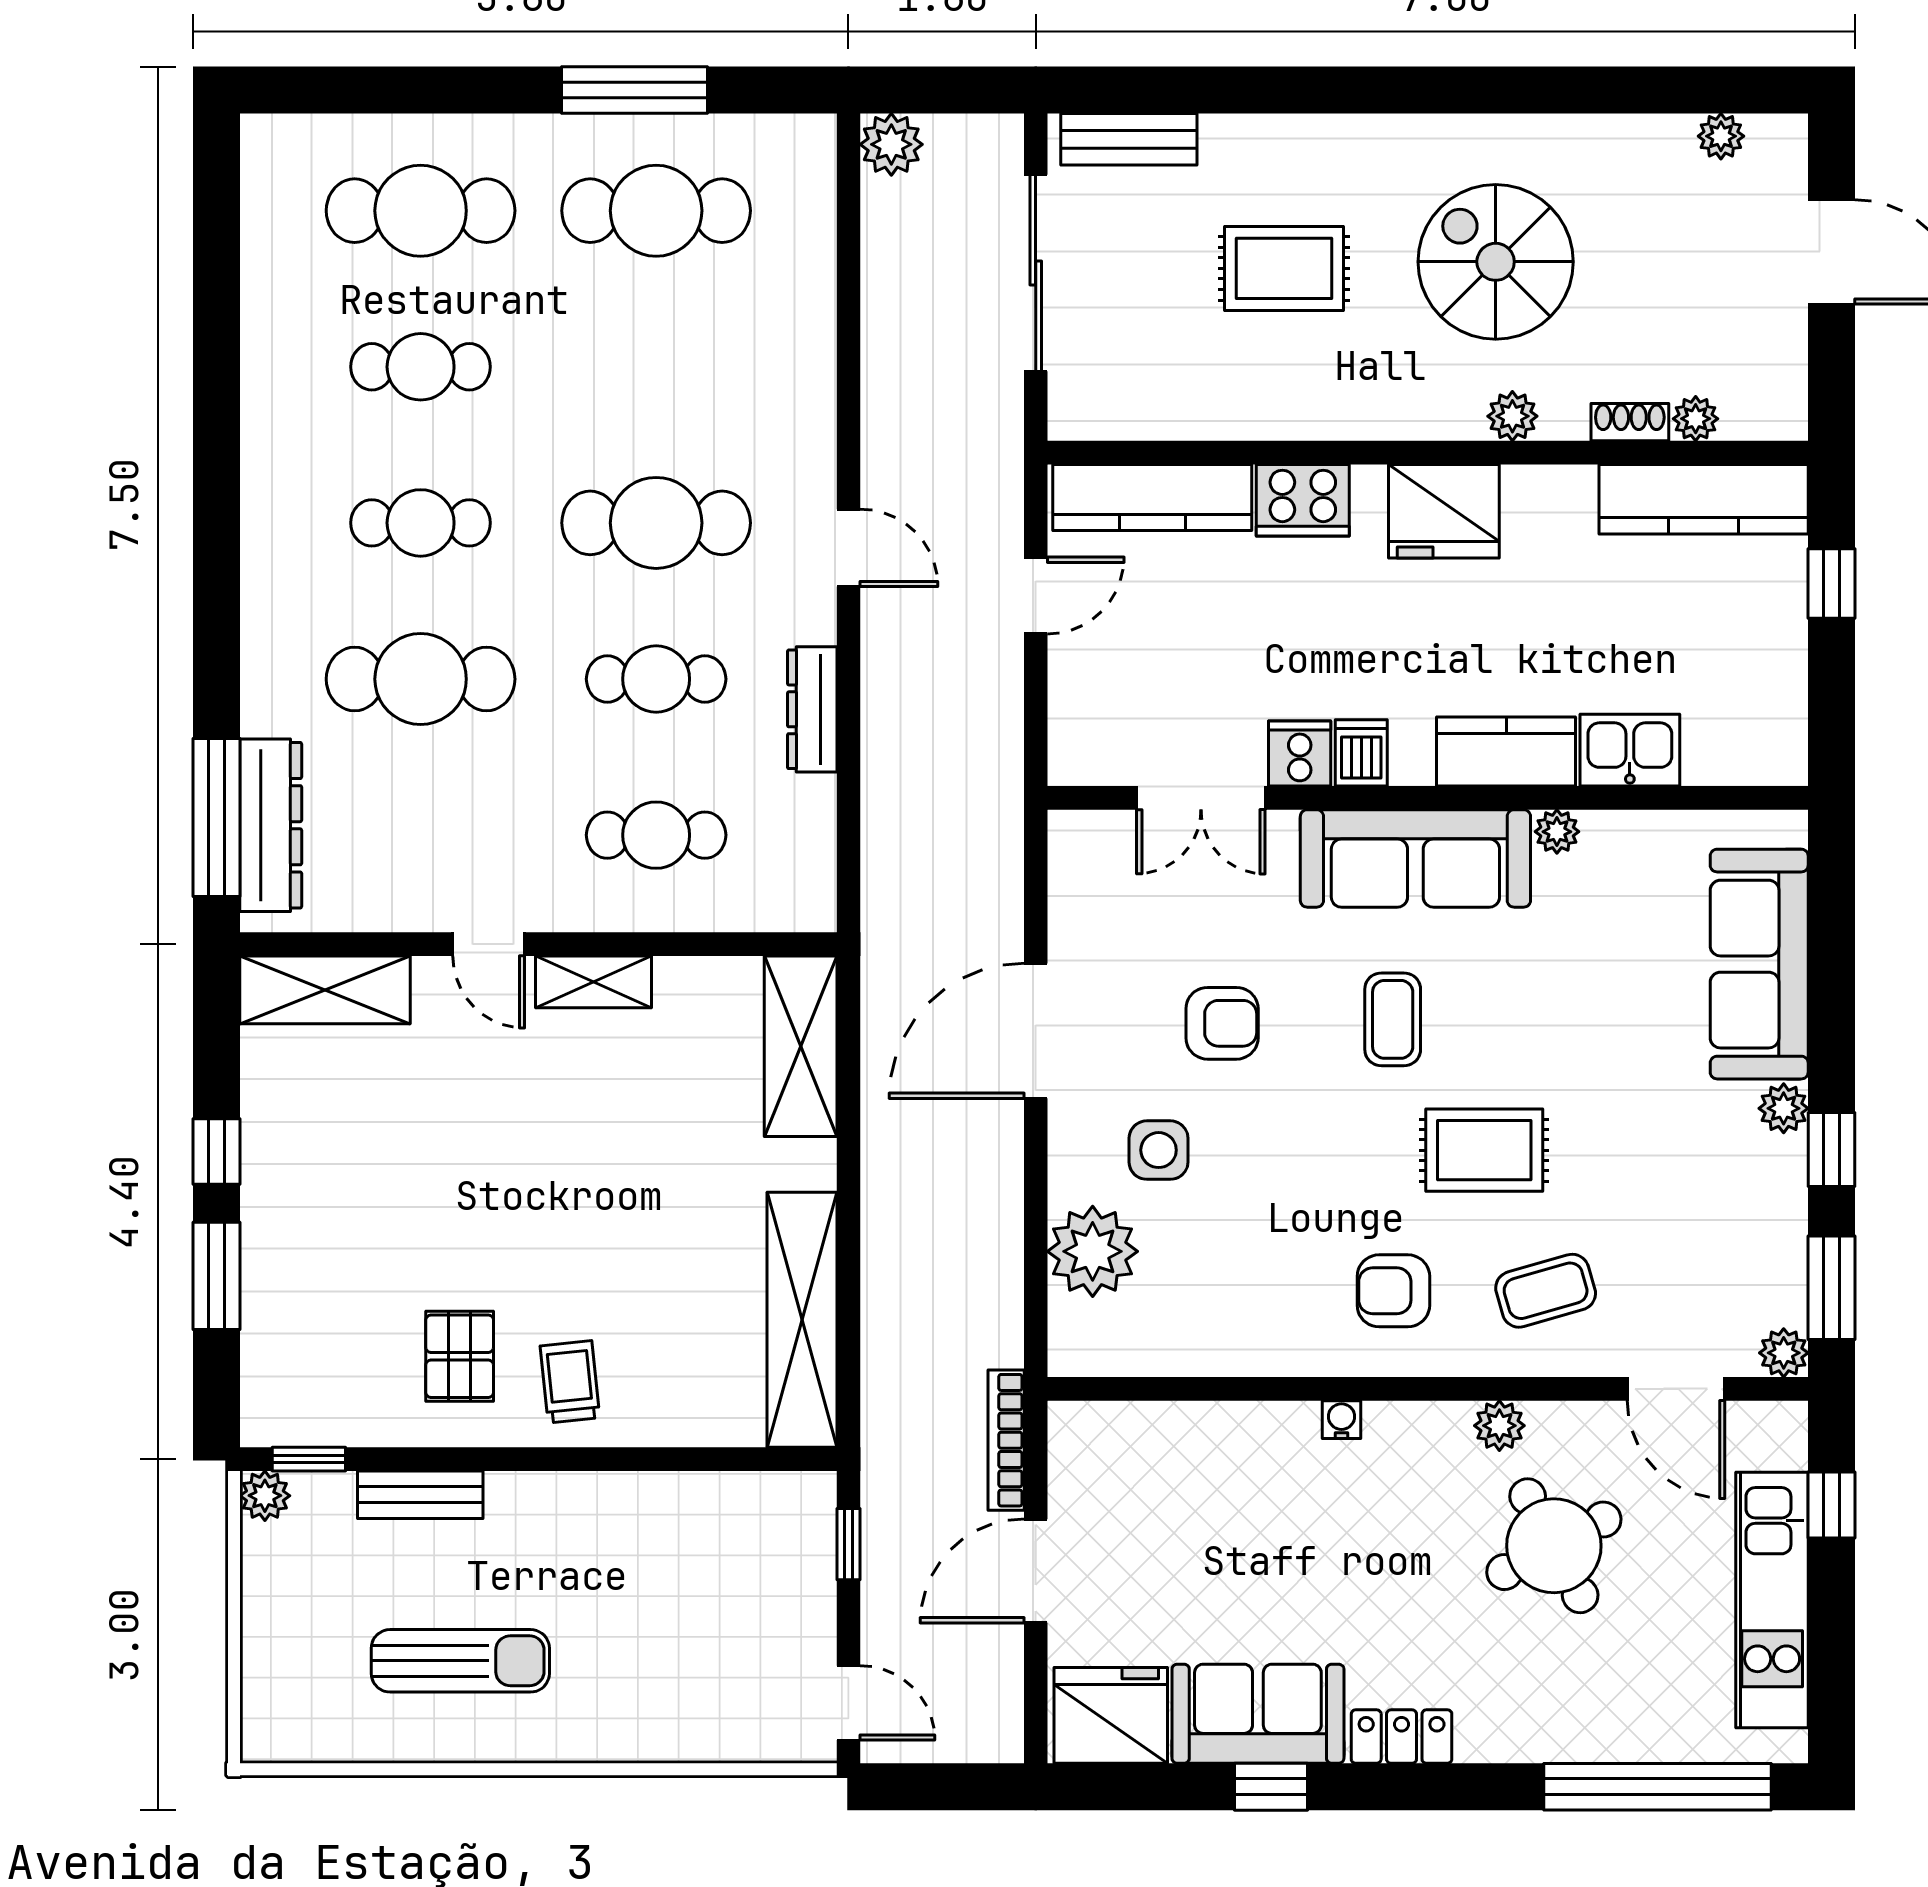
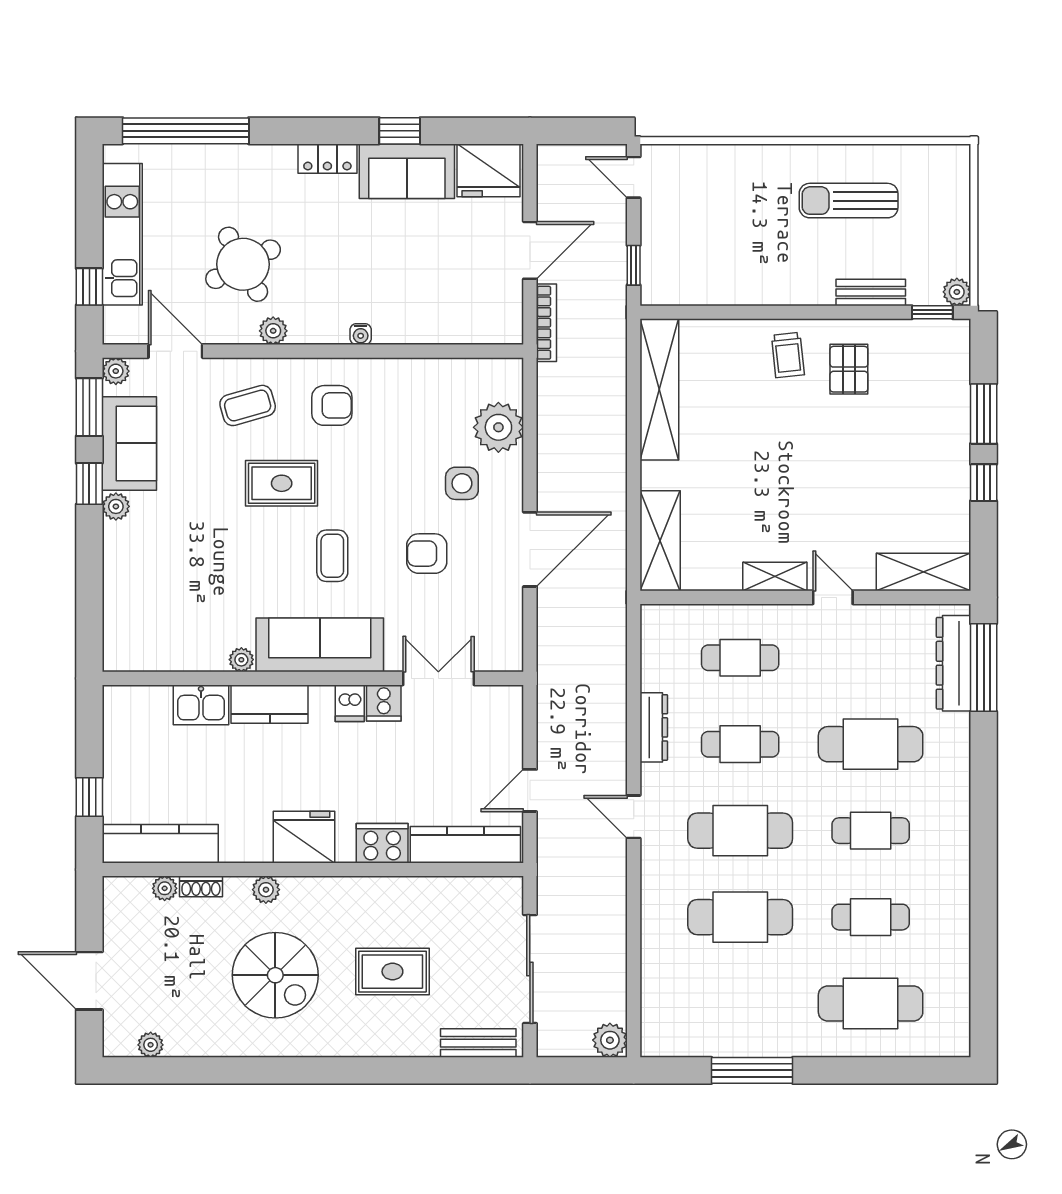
cafe table: (656, 211) -> (740, 917), moved
sofa: (1759, 964) -> (129, 443), moved, width x0.73

